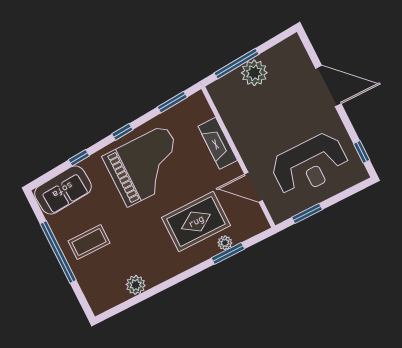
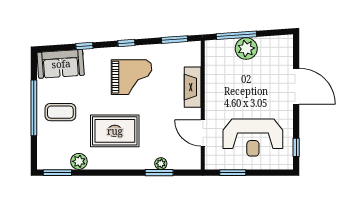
grand piano: (146, 166) -> (131, 77), width x0.73, depth x0.68
rug: (196, 221) -> (115, 131), moved
window: (118, 309) -> (57, 173), added

